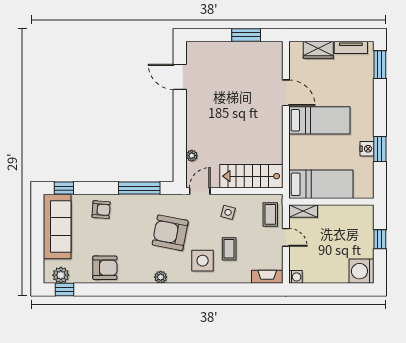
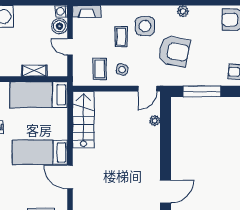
door: (180, 77) -> (165, 191), hinge flipped
stairs: (251, 176) -> (83, 120), moved, turned -90
shelving: (303, 211) -> (34, 71), moved
coffee table: (270, 214) -> (100, 69), moved
boiler: (298, 260) -> (59, 26), added

